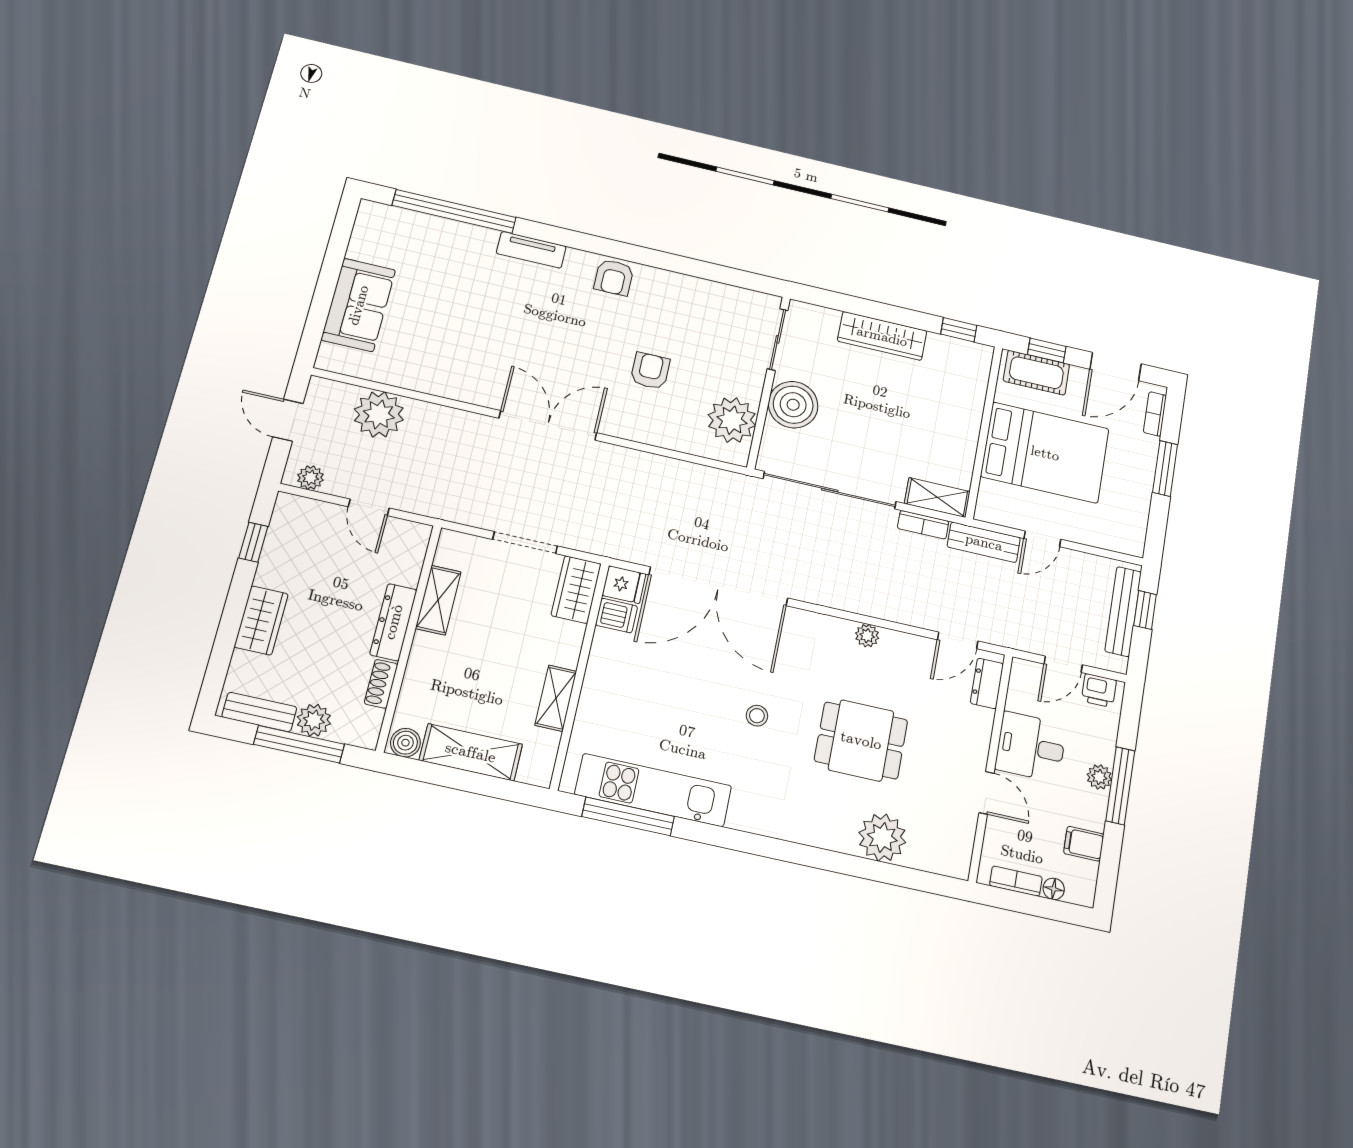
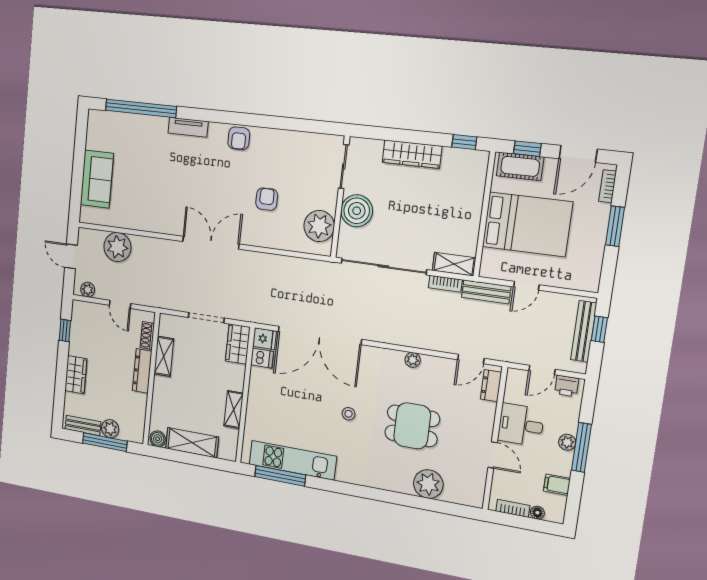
shoe rack: (381, 684) -> (147, 336), moved

